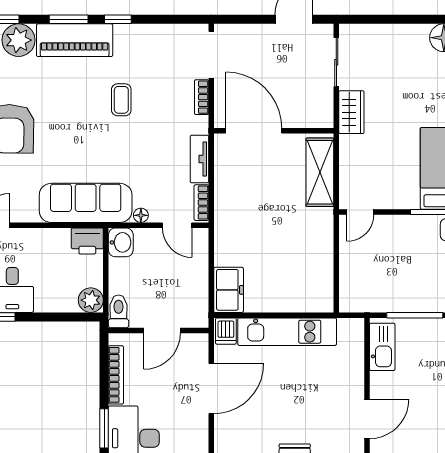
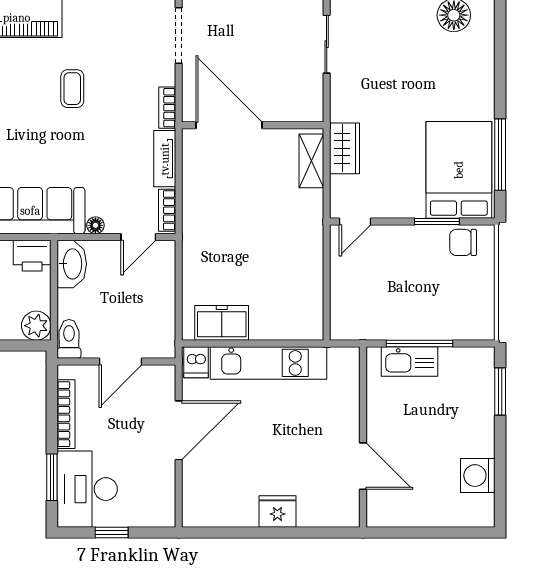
bookcase: (202, 97) -> (167, 108), moved
wardrobe: (351, 112) -> (345, 148), moved
shelving: (320, 172) -> (311, 161), width x0.67, depth x0.75
door: (177, 225) -> (138, 237), hinge flipped
washbasin: (121, 242) -> (72, 264), width x1.38
freezer: (229, 290) -> (222, 323), moved, turned -90
kitchen sink: (382, 347) -> (410, 361), moved, turned 90
door: (367, 419) -> (363, 466), hinge flipped

